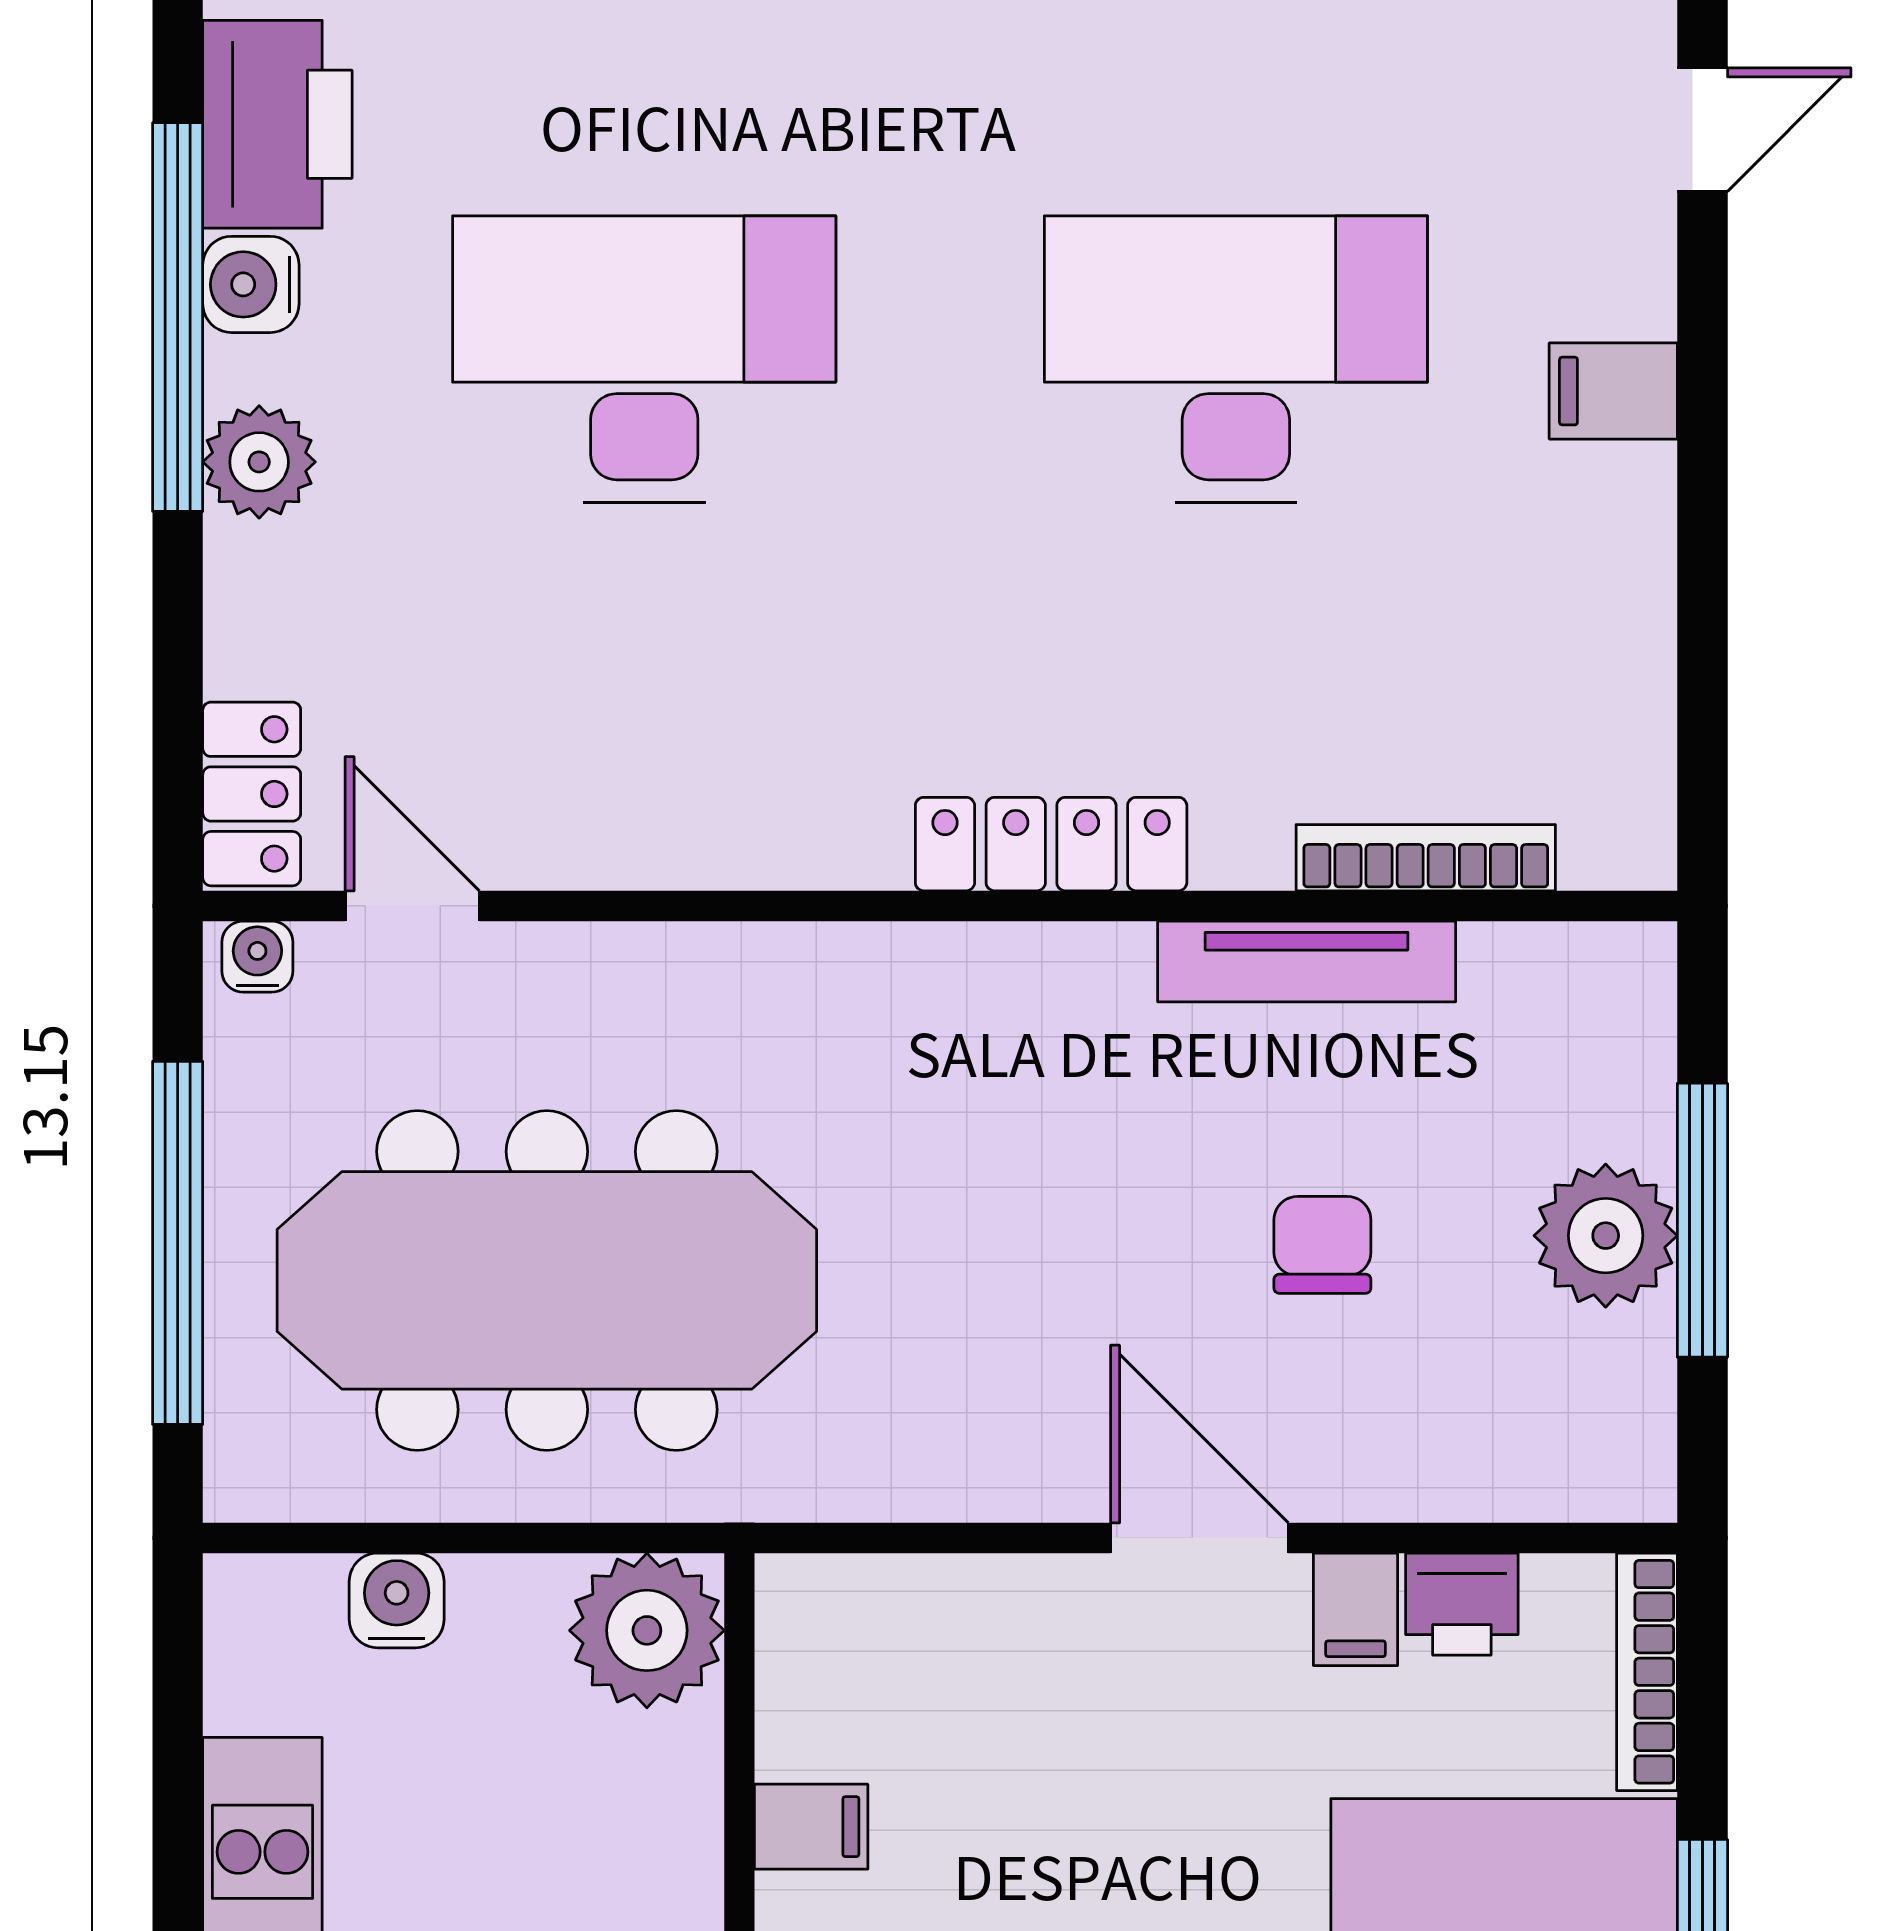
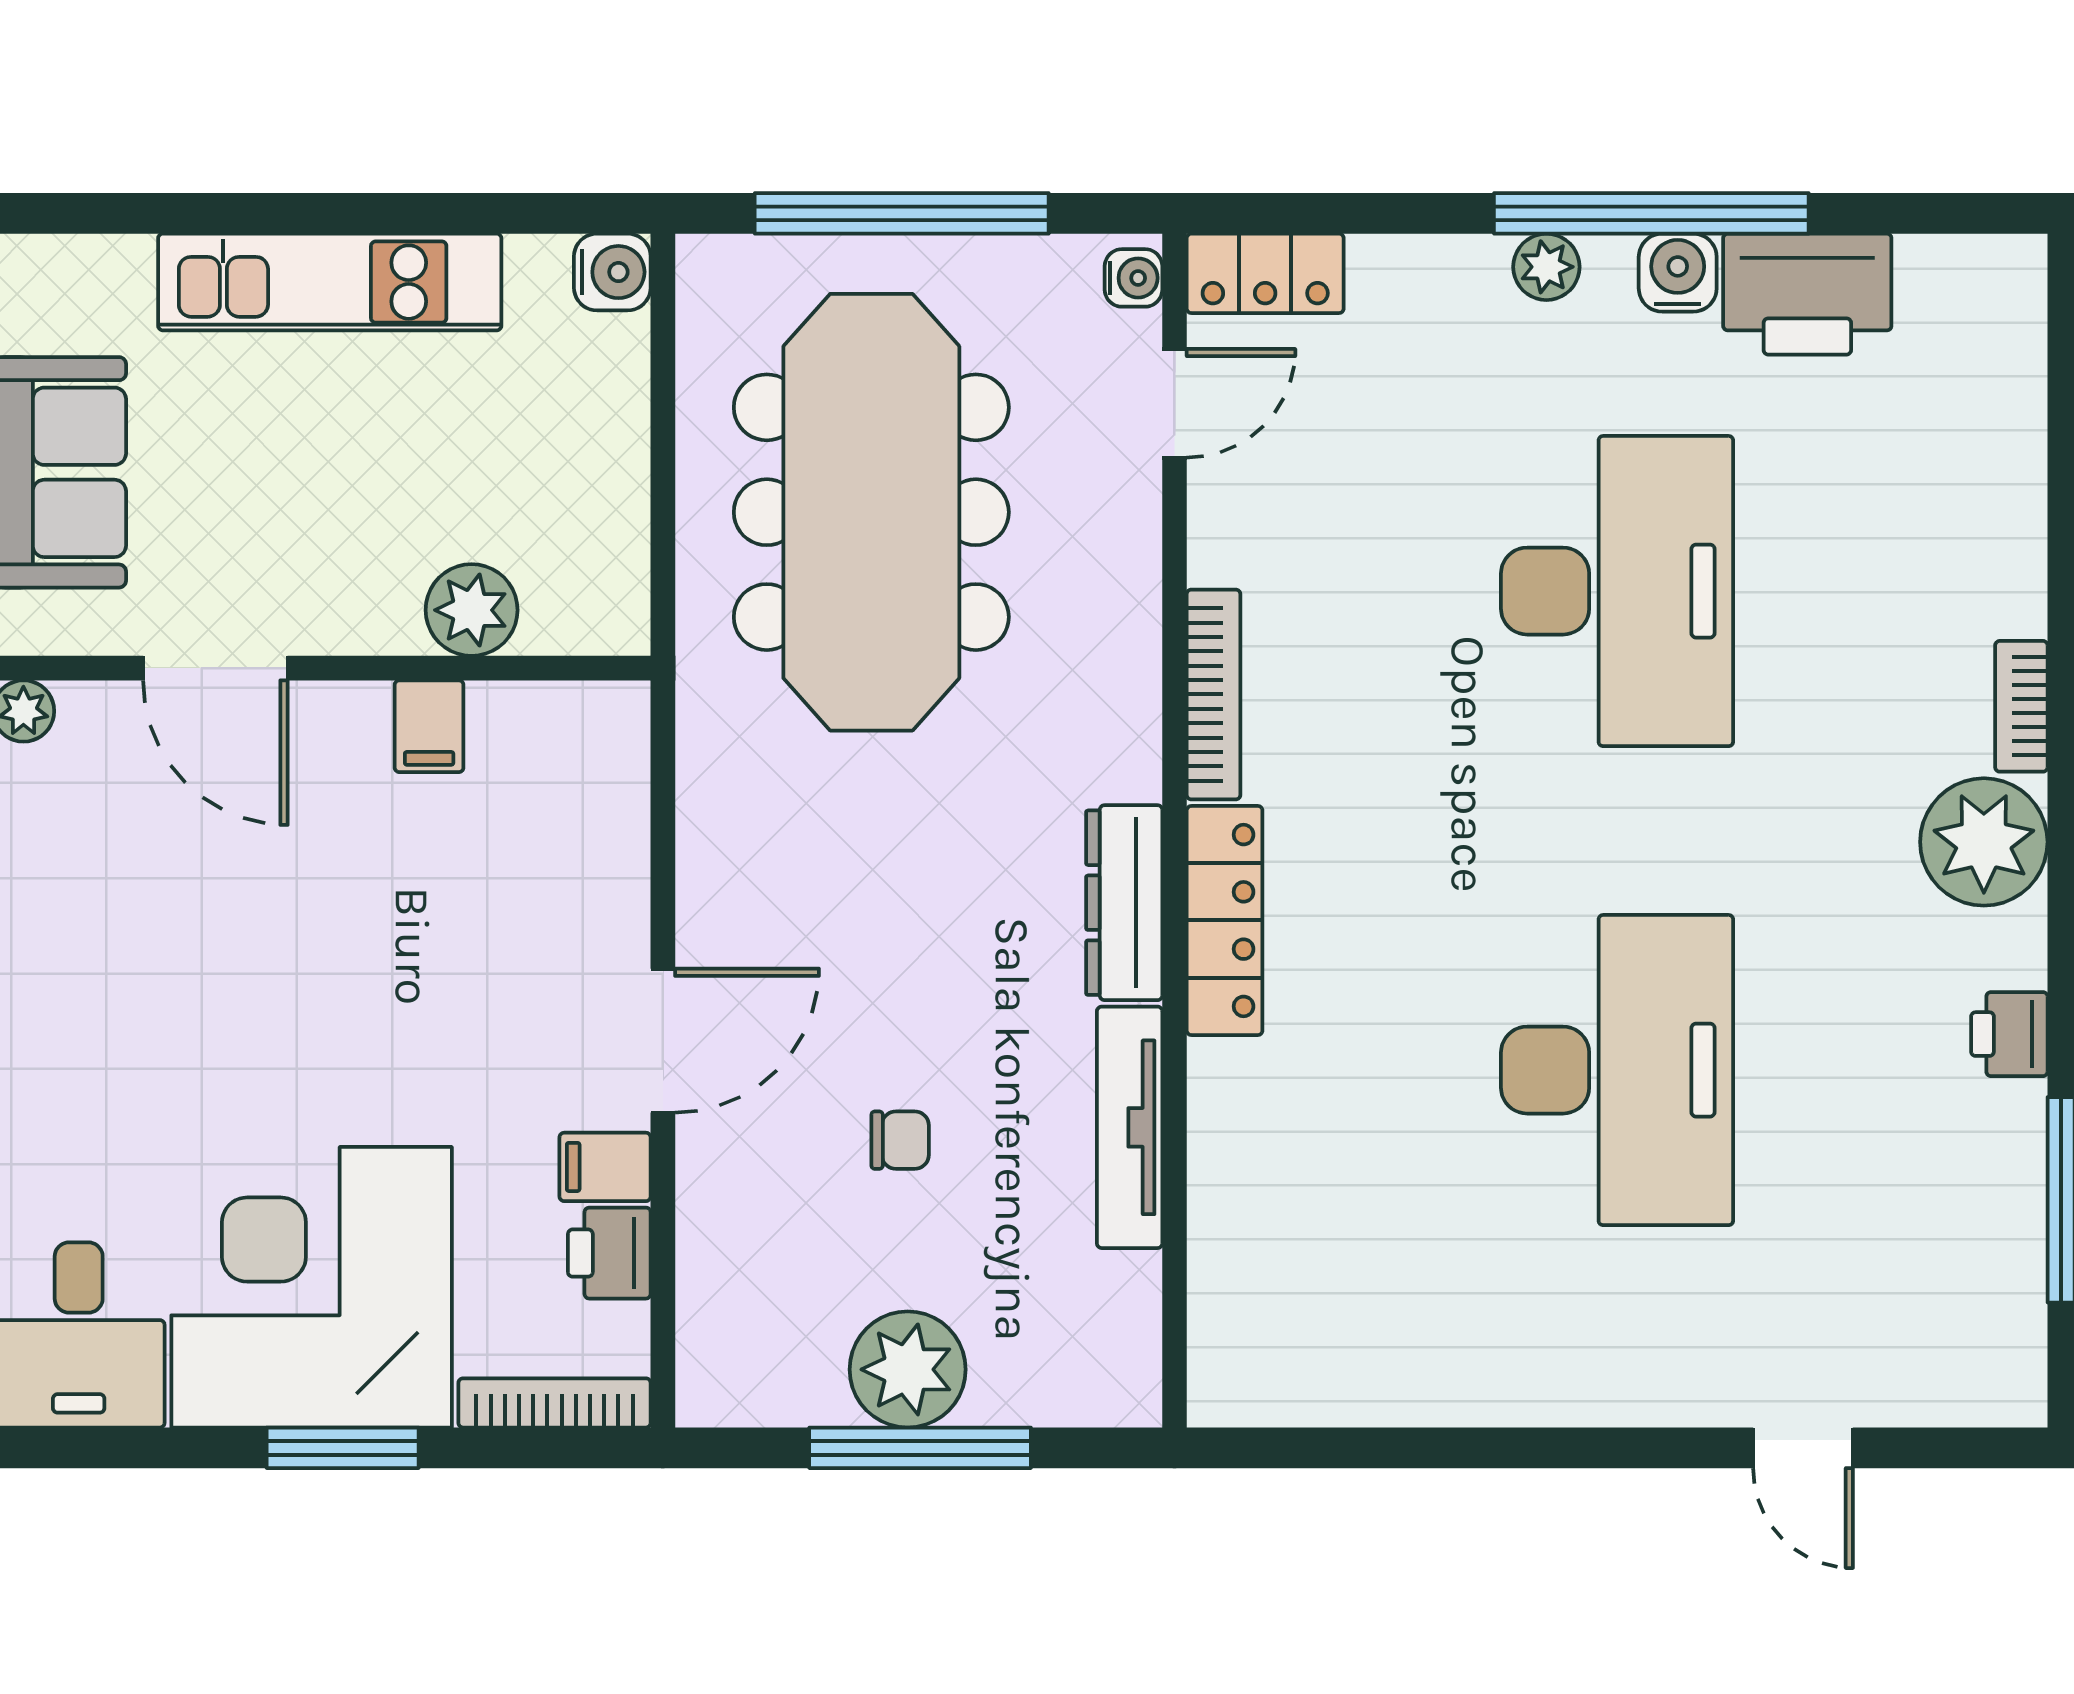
filing cabinet: (1613, 391) -> (1591, 1376), removed
plant: (259, 462) -> (1546, 267), width x0.73, depth x0.73
bookcase: (1426, 858) -> (1214, 694), moved
dresser: (1029, 968) -> (1124, 903), added
chair: (1322, 1245) -> (900, 1140), width x0.73, depth x0.73
water cooler: (397, 1600) -> (612, 272), moved
plant: (647, 1630) -> (472, 610), moved, width x0.73, depth x0.73

